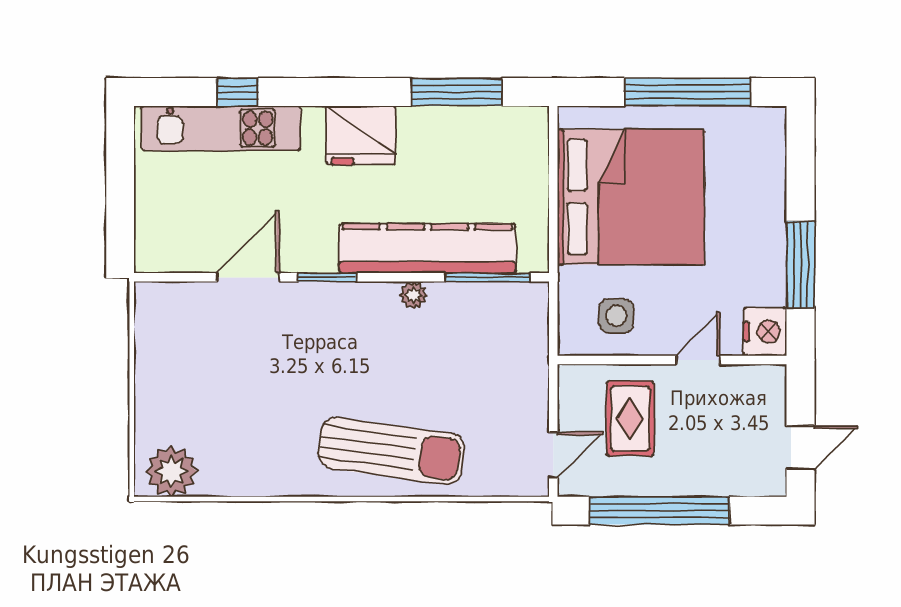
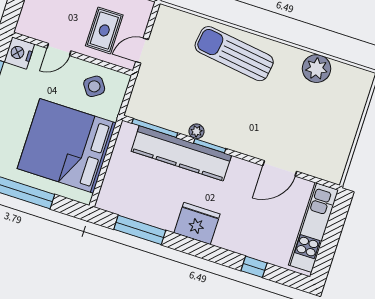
kitchen unit: (221, 128) -> (313, 227), moved, turned -90
window: (327, 277) -> (210, 146), moved
side table: (616, 316) -> (94, 86), turned -35
door: (553, 455) -> (142, 51), moved
plant: (171, 471) -> (317, 69), moved

